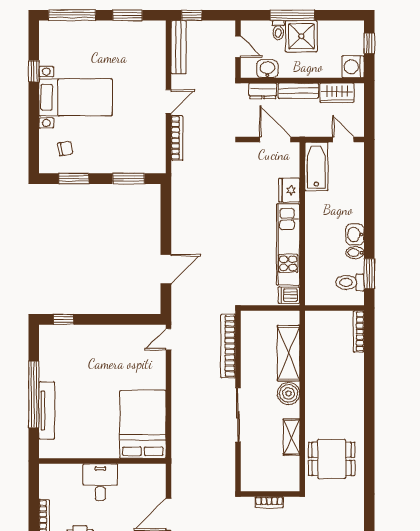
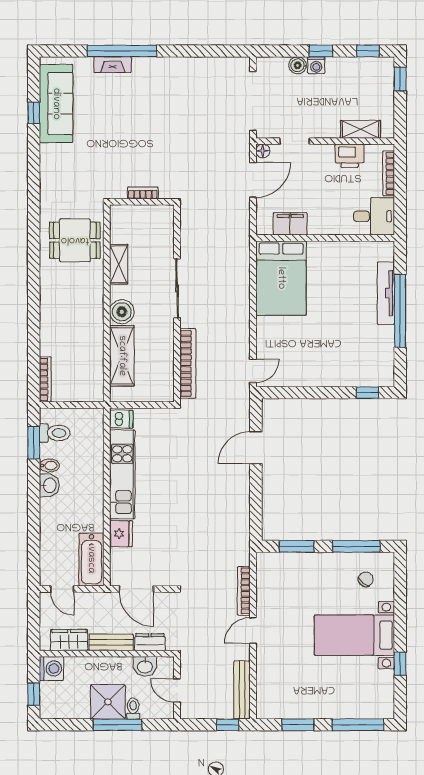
chair: (65, 148) -> (366, 579), turned 138
window: (74, 179) -> (356, 546), width x1.44
filing cabinet: (134, 474) -> (290, 224), added
desk: (100, 482) -> (374, 216), moved, turned -90

